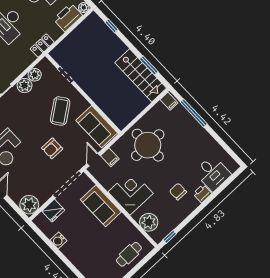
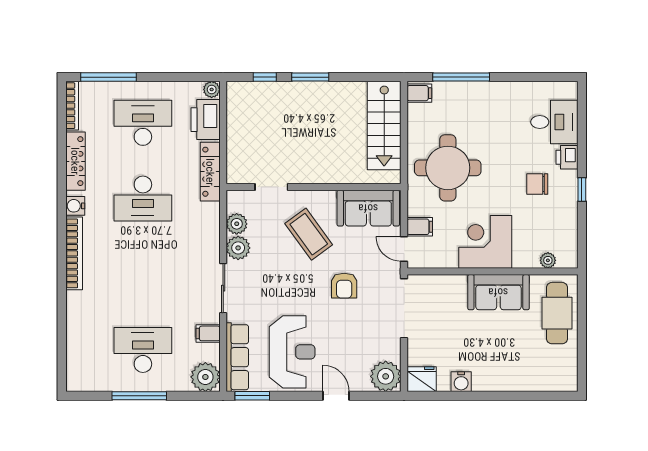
locker: (42, 45) -> (210, 172), width x1.53
window: (149, 65) -> (310, 77), moved
stairs: (141, 75) -> (384, 125), moved, turned 90
sofa: (101, 206) -> (498, 292), moved
fridge: (53, 211) -> (422, 379), moved, turned -90
plant: (149, 222) -> (548, 260), width x0.53, depth x0.53
window: (170, 237) -> (582, 189), moved
cafe table: (129, 254) -> (557, 313), width x1.37, depth x1.35

